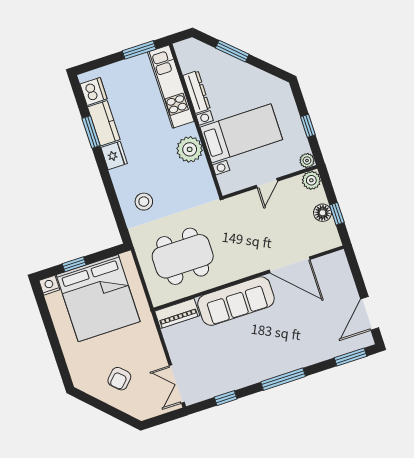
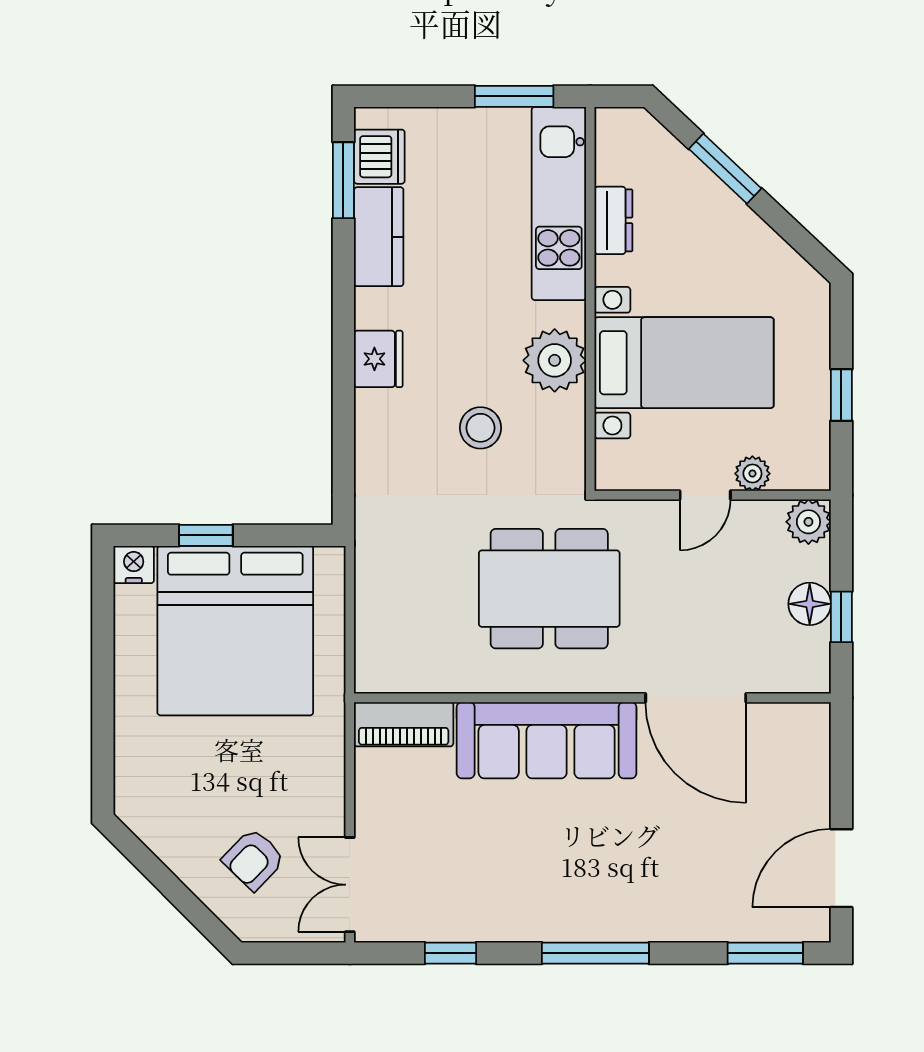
dresser: (197, 92) -> (613, 220), width x0.70
window: (91, 132) -> (343, 180), moved
fridge: (114, 156) -> (378, 359), moved
plant: (307, 161) -> (752, 474), moved
stool: (144, 202) -> (480, 428), moved
dining table: (183, 256) -> (549, 589), moved
armchair: (119, 379) -> (254, 859), moved

